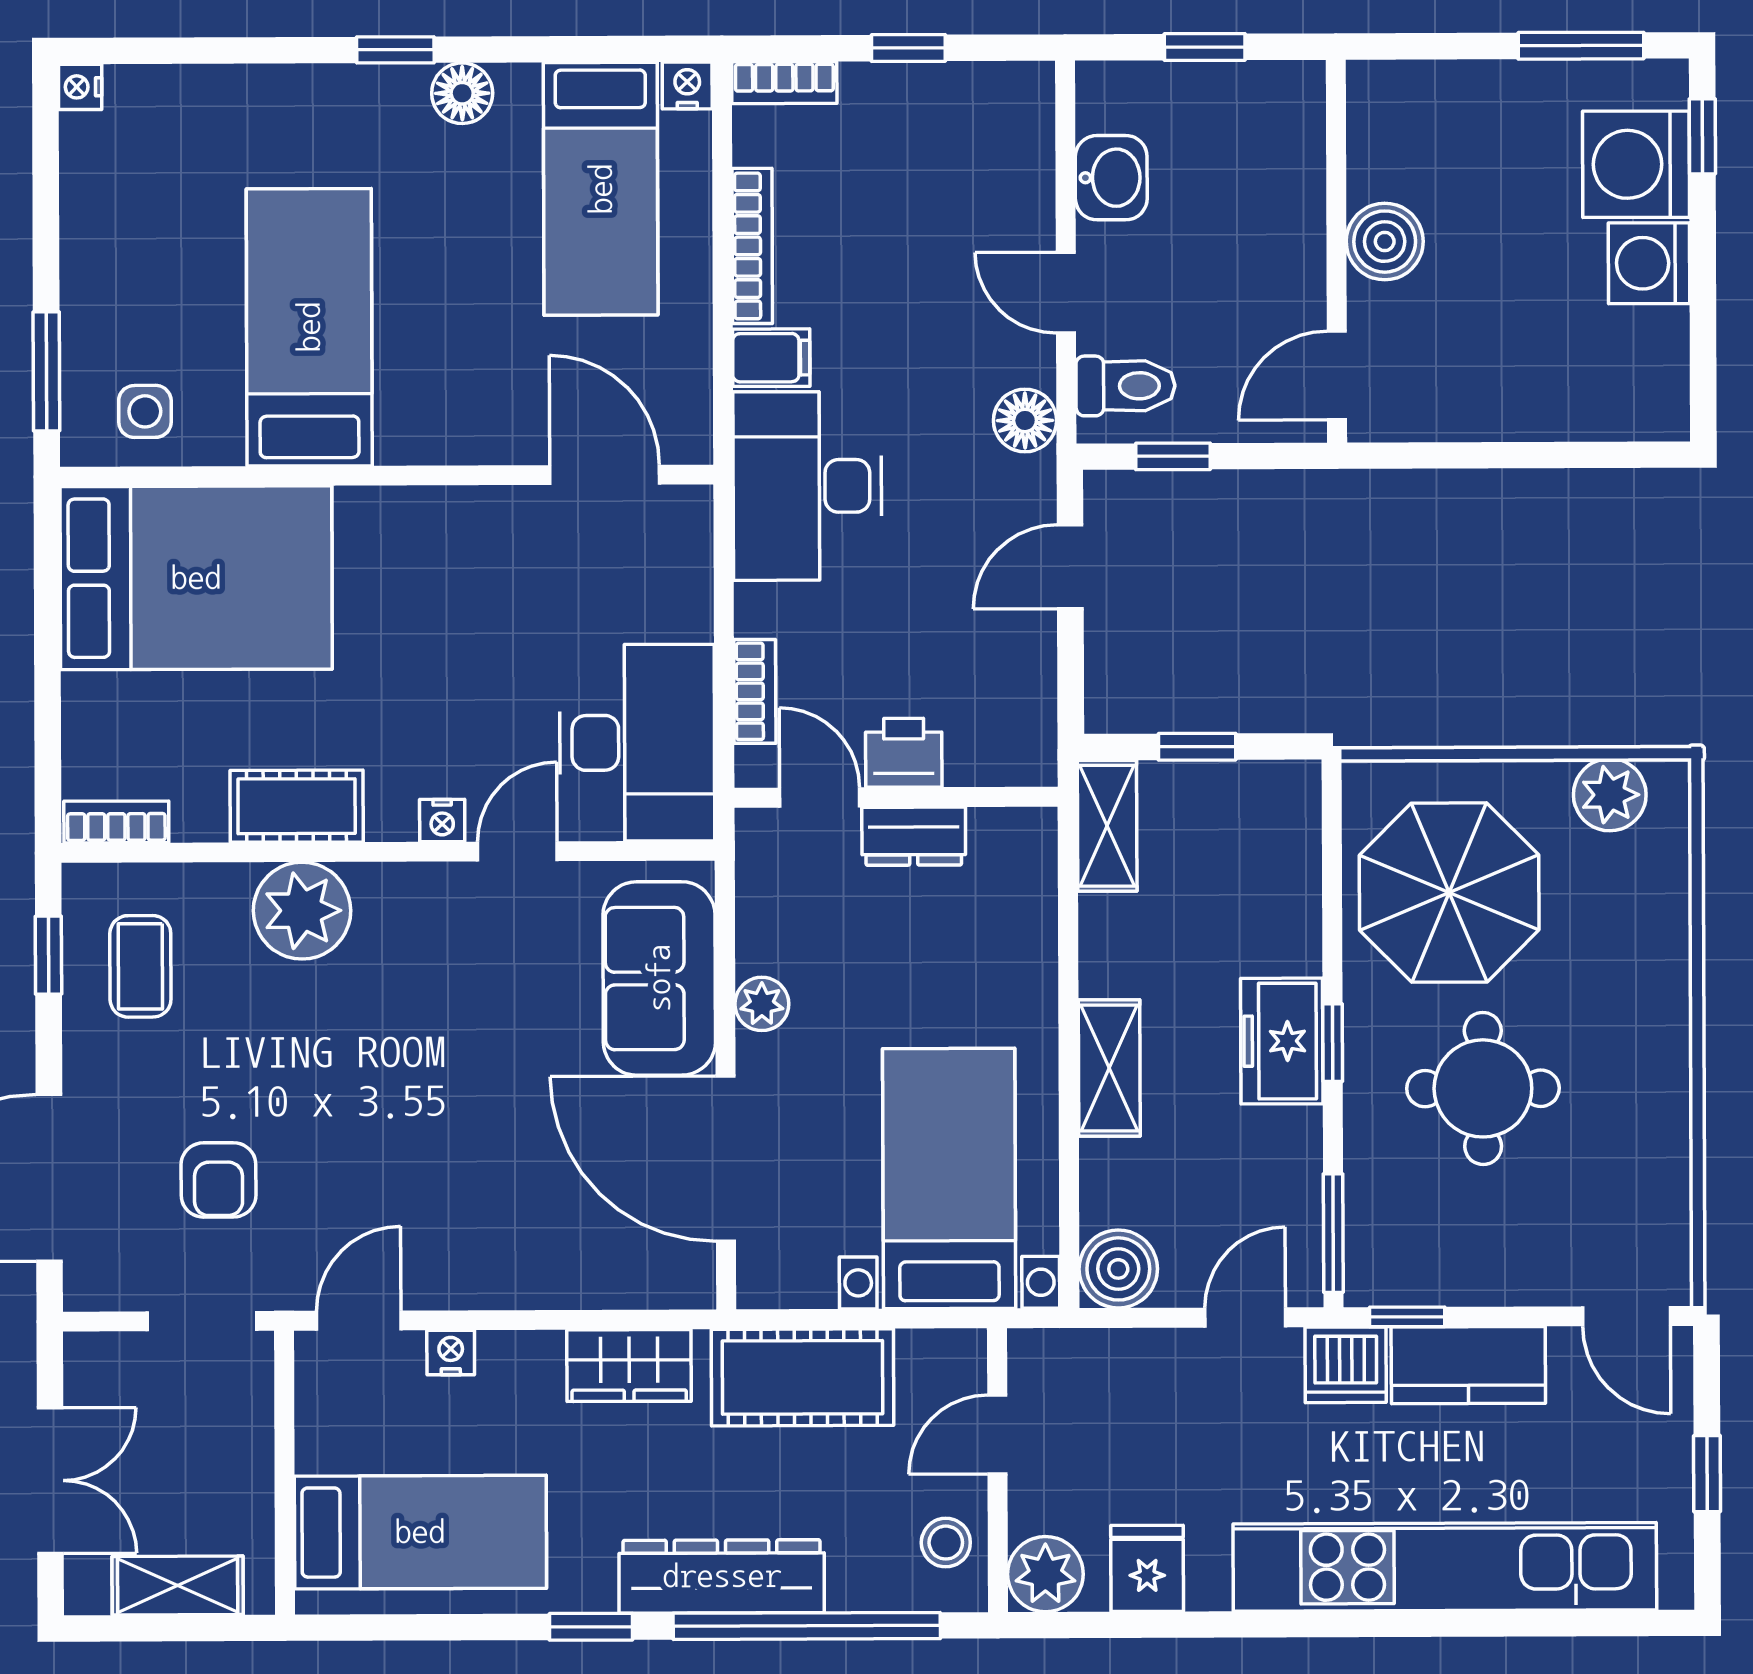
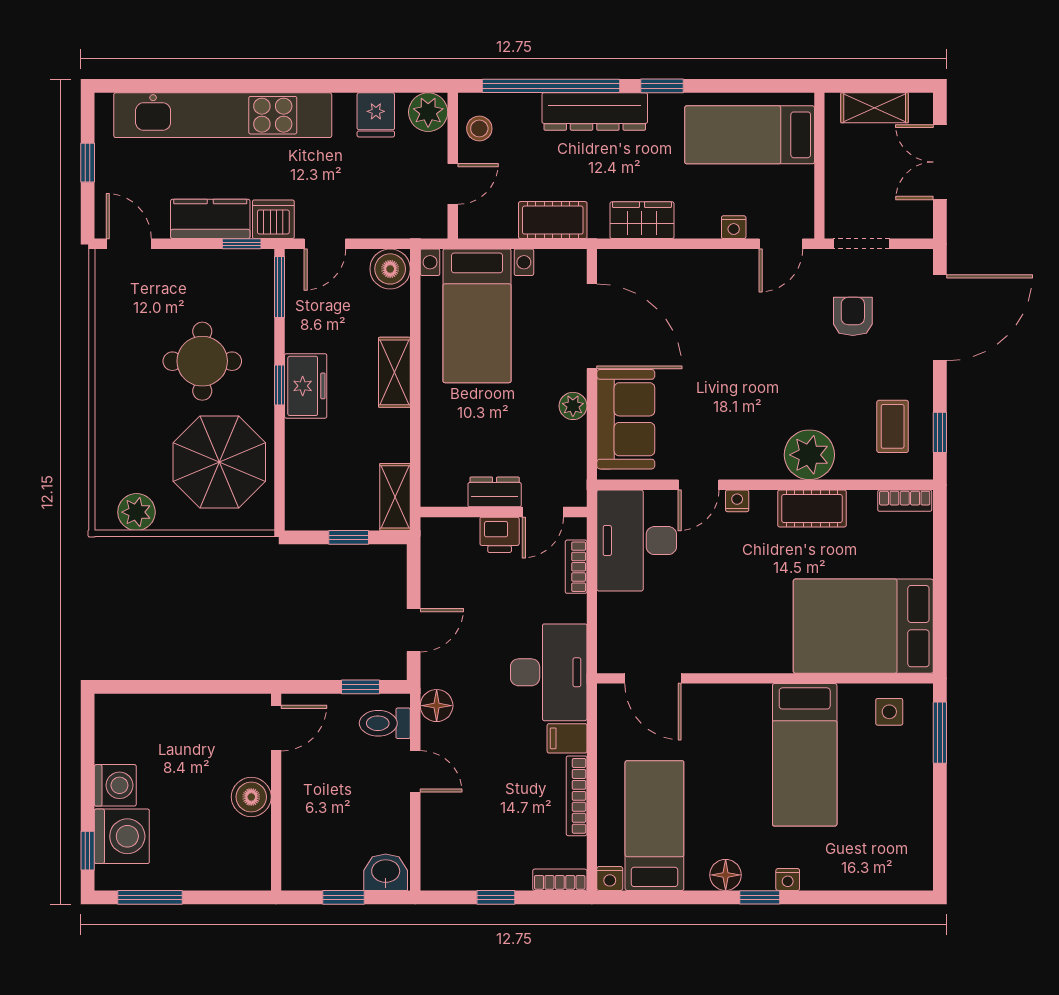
nightstand: (80, 87) -> (788, 880), moved, turned 90
washbasin: (1111, 178) -> (386, 872), moved, turned 90
door: (820, 798) -> (543, 512), hinge flipped
cot: (802, 1377) -> (553, 220), width x0.73, depth x0.75

